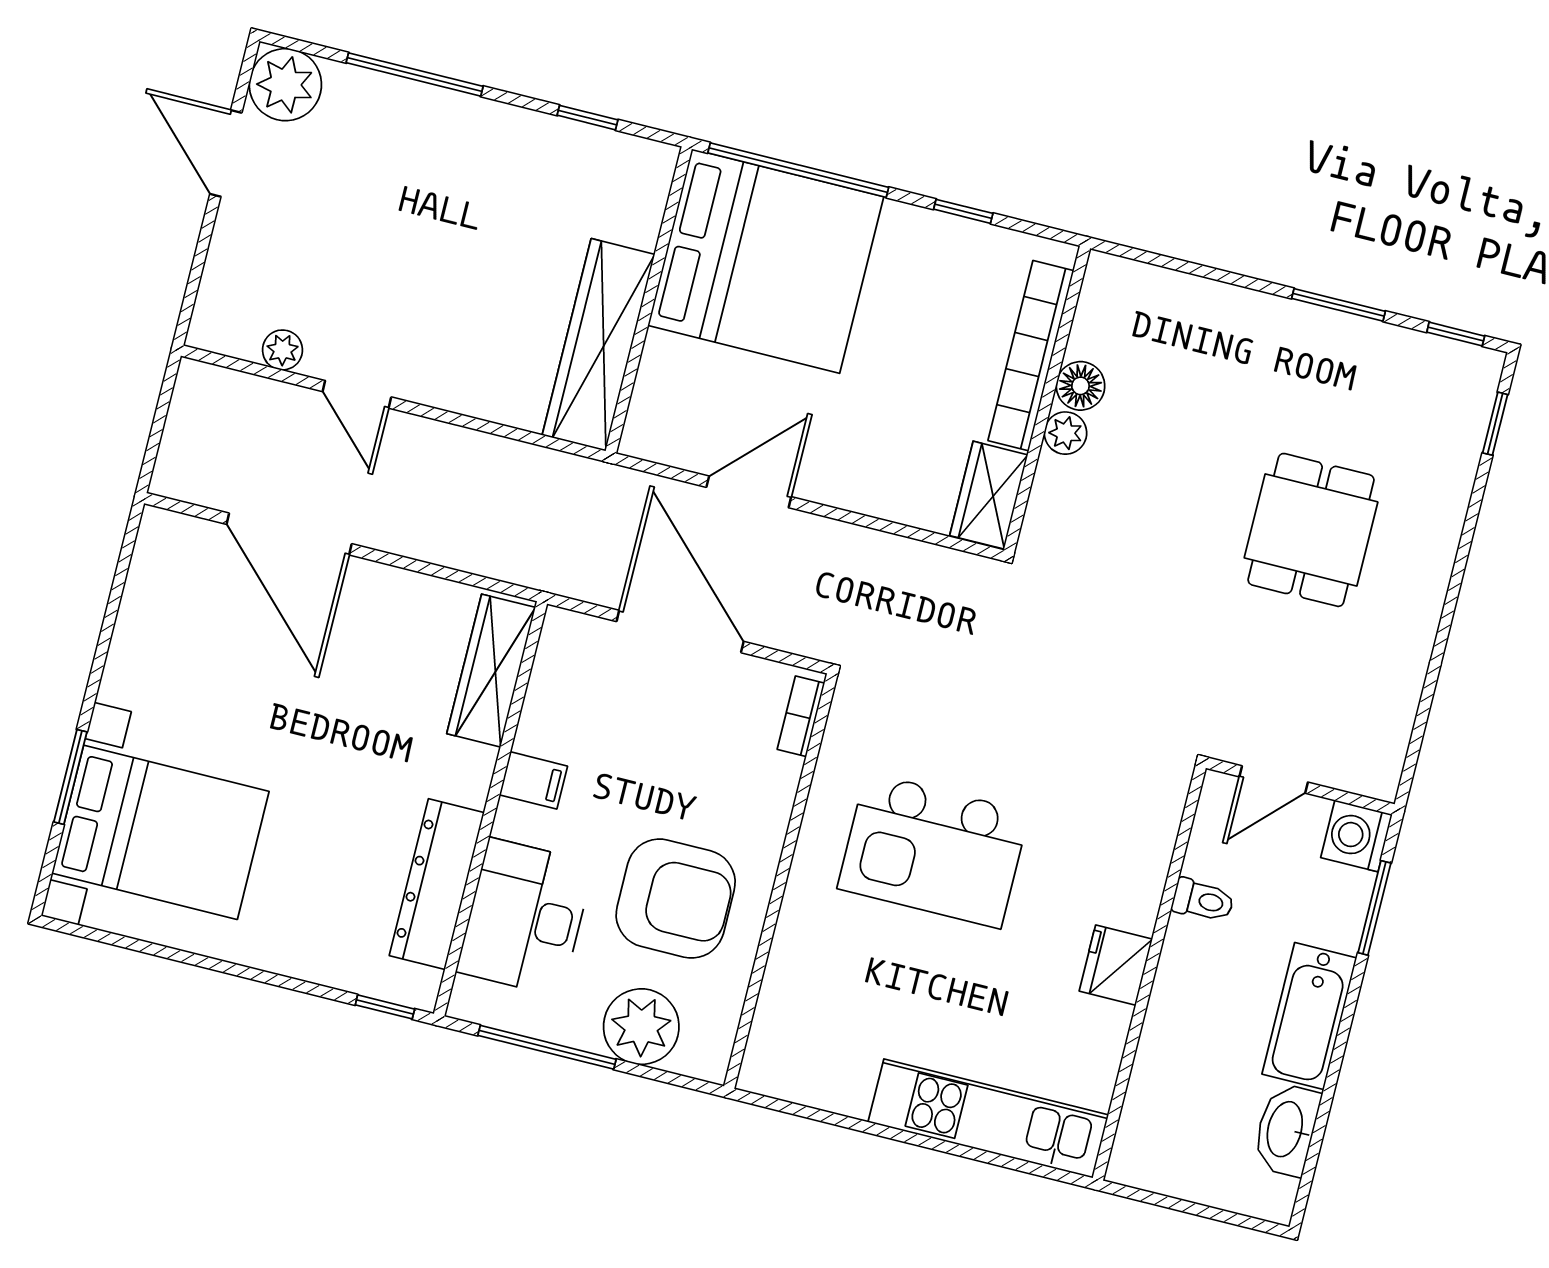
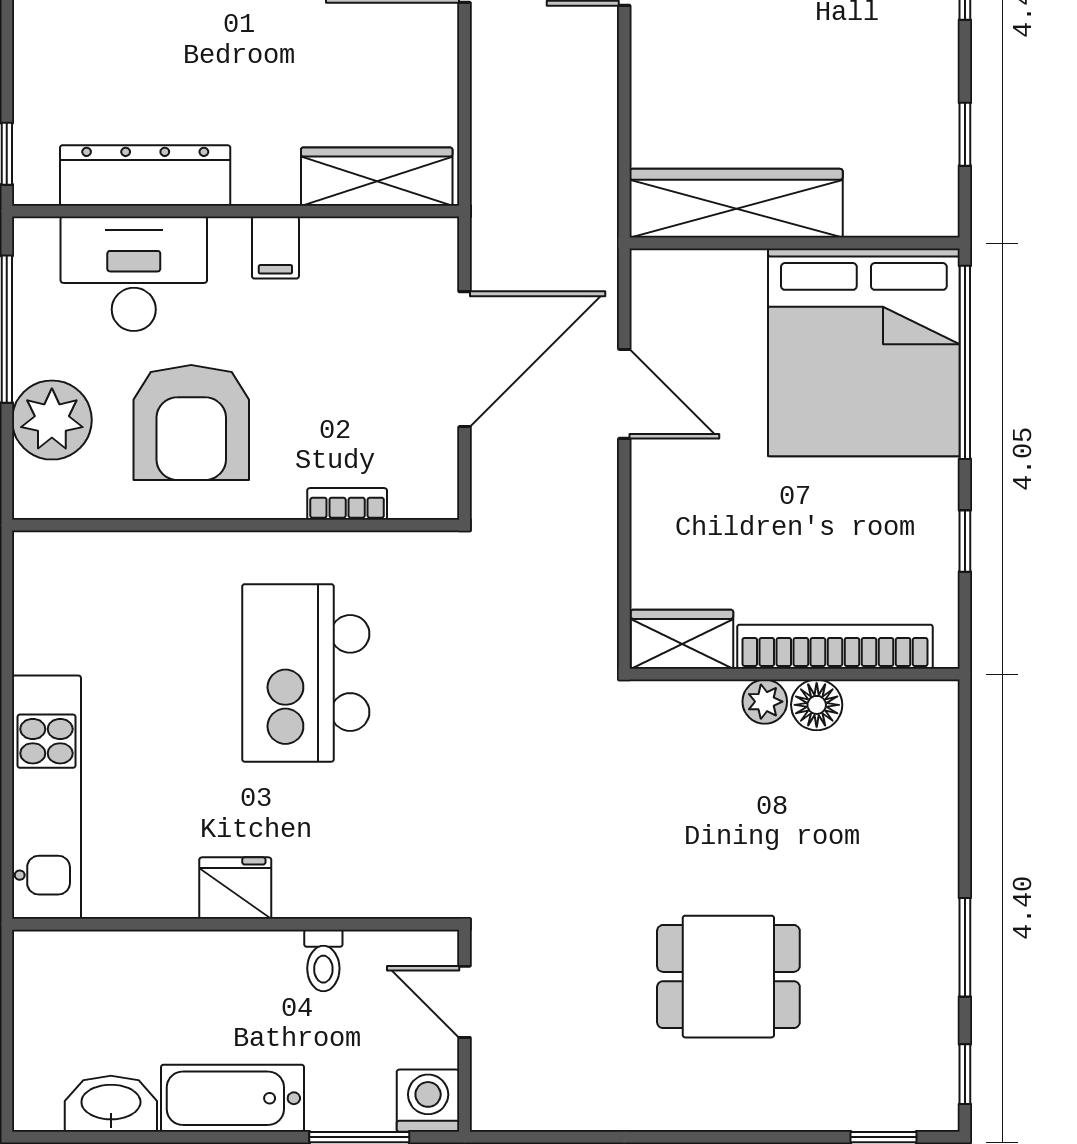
bookcase: (801, 716) -> (347, 504), moved

